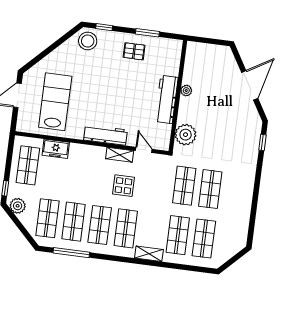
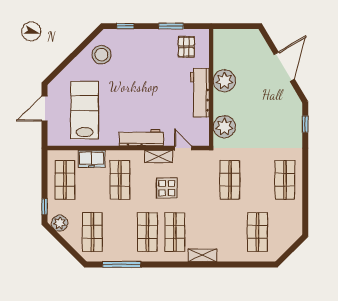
stool: (88, 41) -> (101, 55), moved
pallet: (134, 51) -> (186, 47), moved, turned 90
plant: (186, 91) -> (224, 81), width x1.87, depth x1.87
shop shelf: (210, 189) -> (285, 180), moved
shop shelf: (74, 222) -> (120, 180), moved
shop shelf: (178, 235) -> (230, 232), removed

